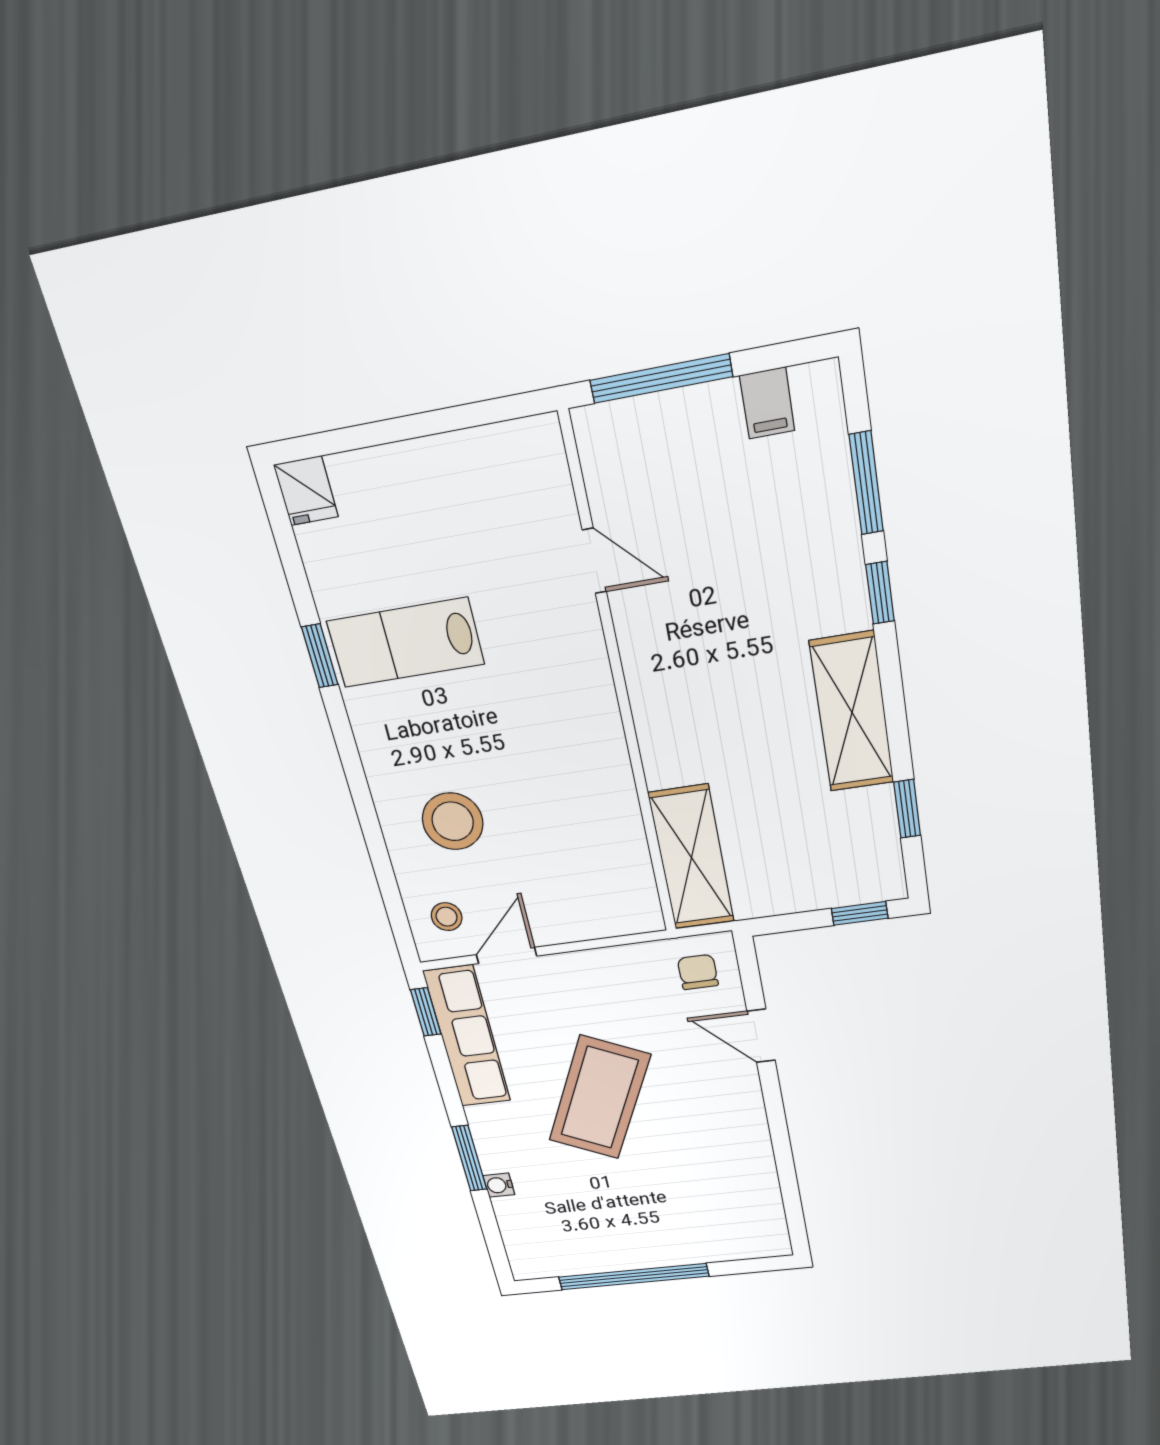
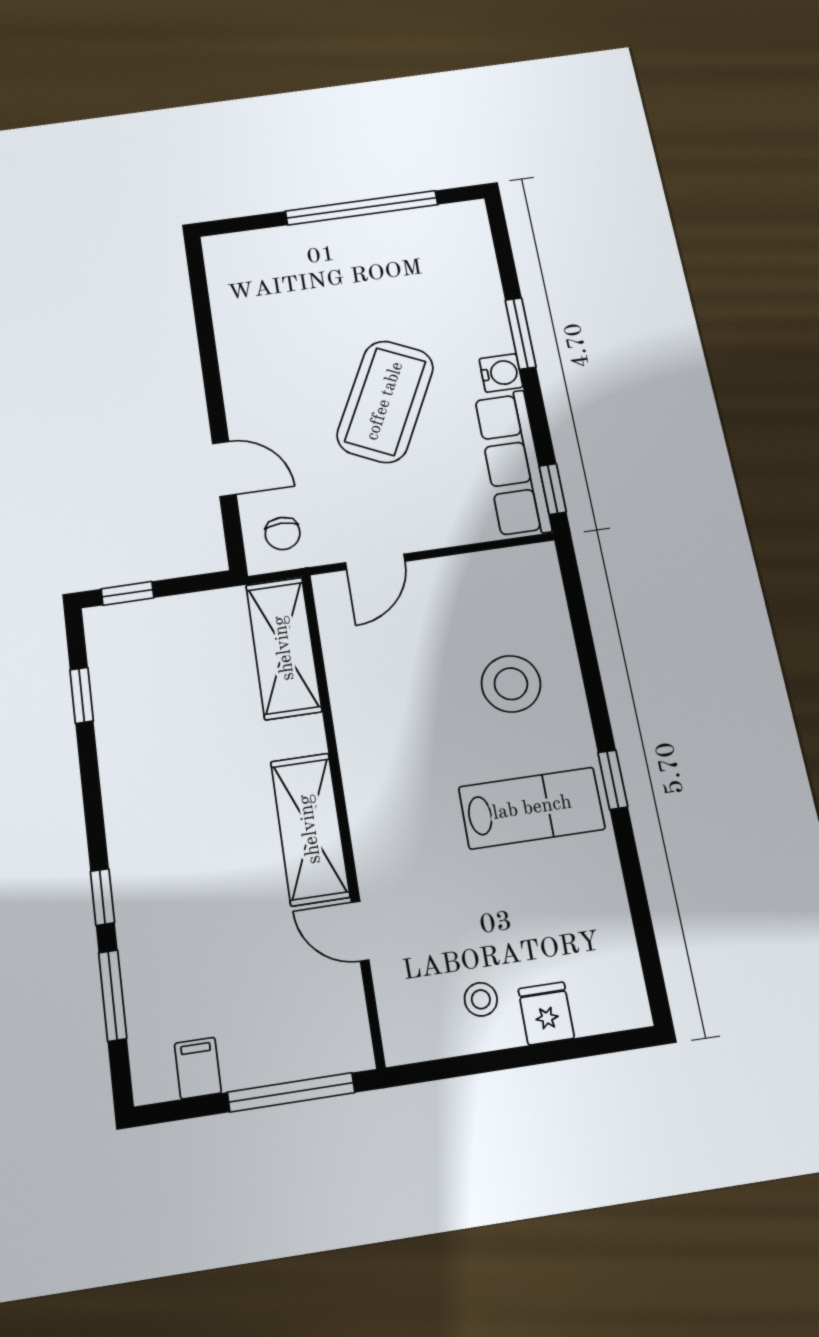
fridge: (306, 491) -> (546, 1013), moved
lab bench: (406, 643) -> (532, 808), moved
window: (320, 656) -> (613, 780), moved
shelving: (852, 712) -> (310, 829), moved
stool: (447, 917) -> (481, 999), moved
door: (506, 955) -> (375, 562), moved
water cooler: (499, 1185) -> (501, 373), moved, width x1.38, depth x1.38

